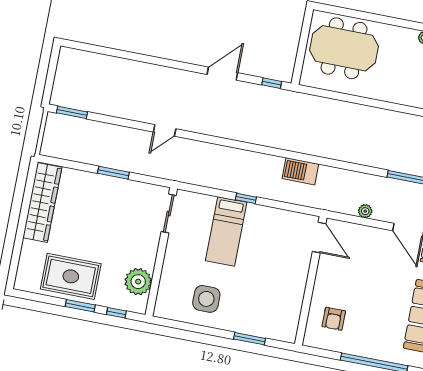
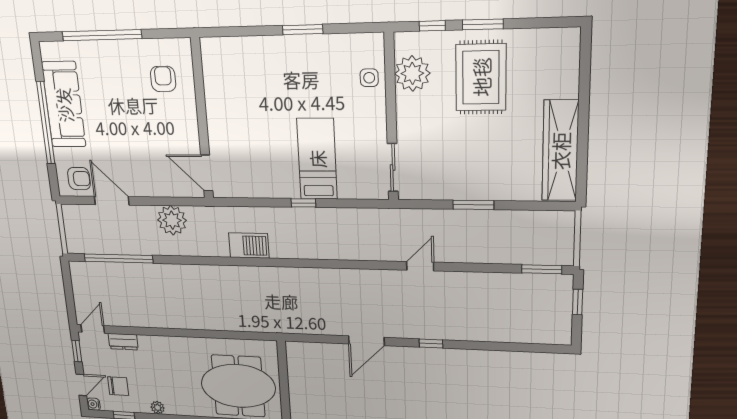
window: (50, 81) -> (578, 302), added
window: (272, 83) -> (431, 343), moved
plant: (365, 211) -> (172, 220), width x1.88, depth x1.88
rug: (71, 276) -> (481, 77), moved, turned 90
side table: (206, 299) -> (369, 78), moved, width x0.54, depth x0.54
window: (250, 339) -> (303, 30), moved

